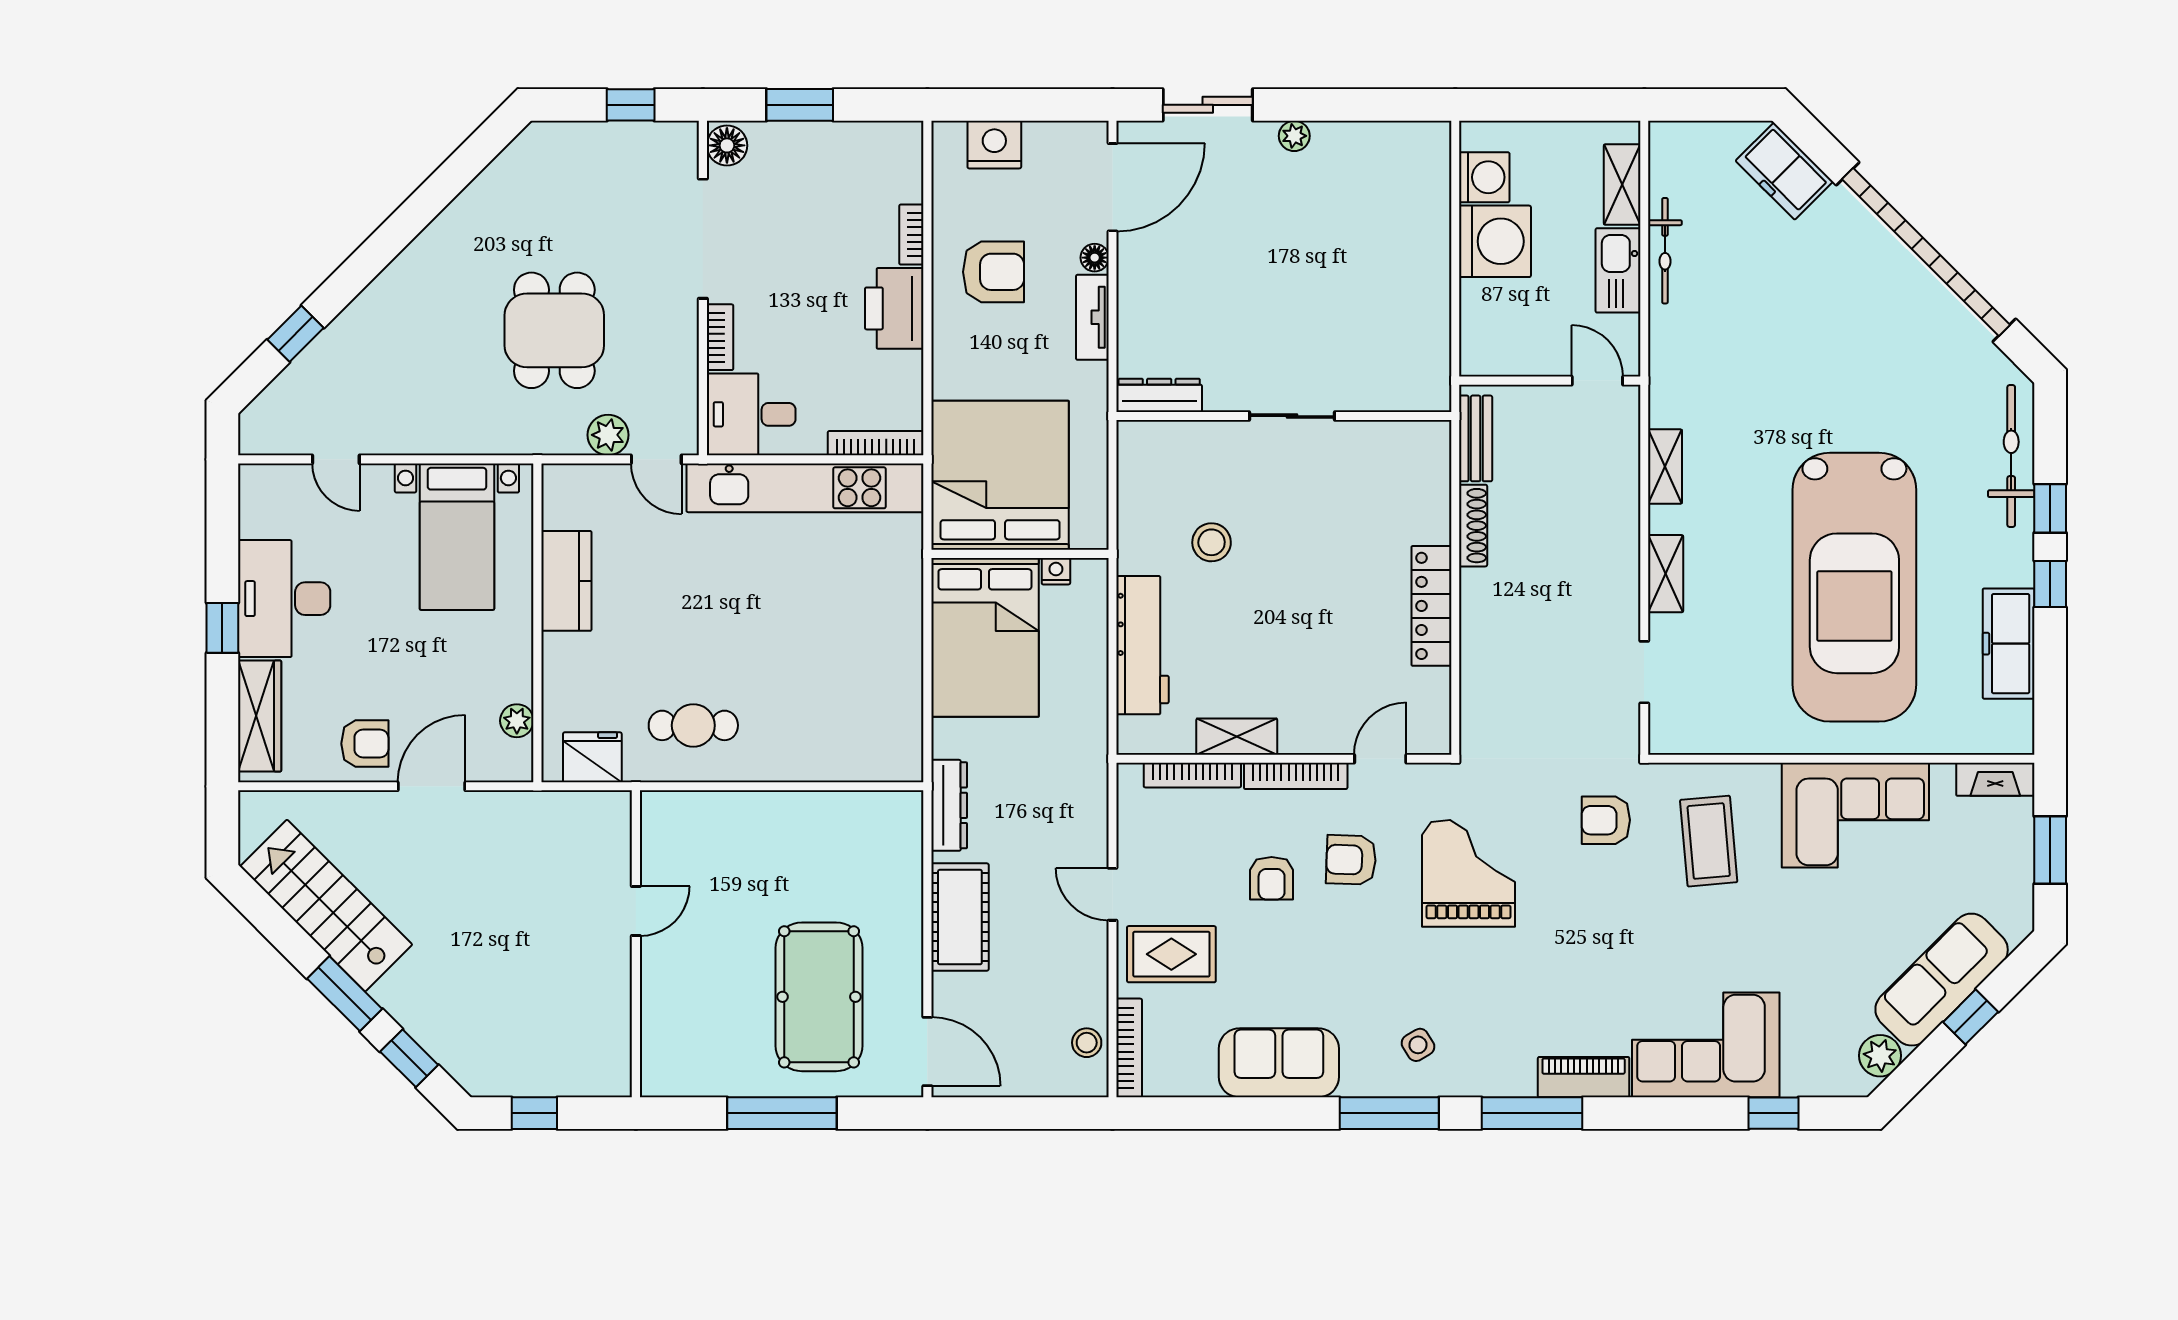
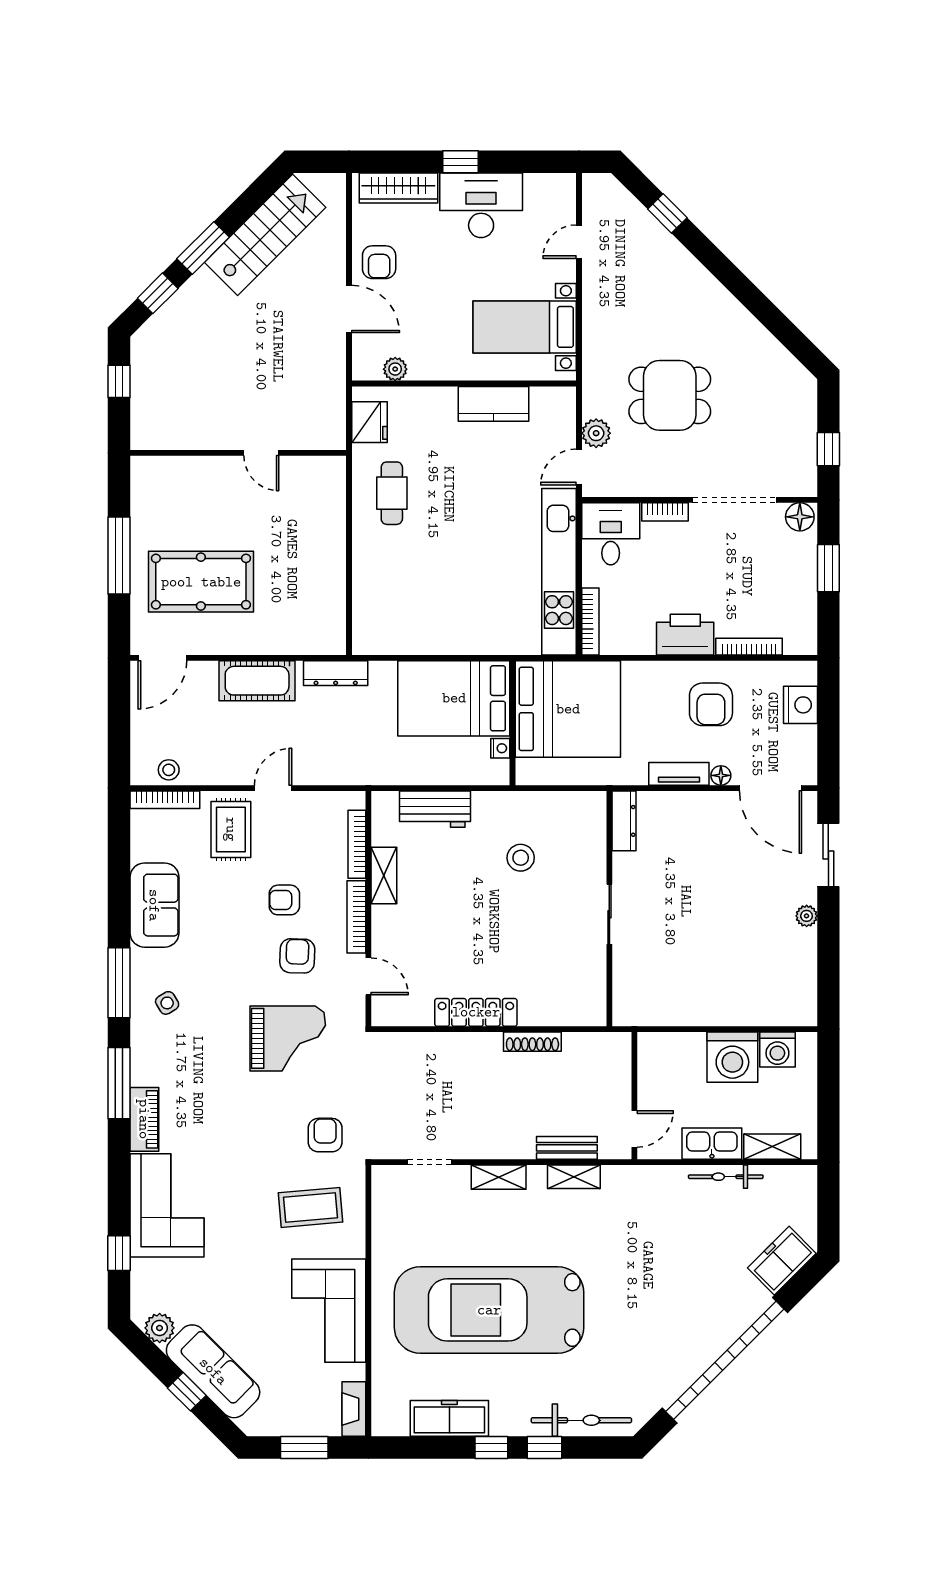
bookcase: (911, 235) -> (749, 647), width x1.56
bench: (1476, 438) -> (567, 1148), moved
workbench: (1143, 645) -> (435, 809), width x0.73

